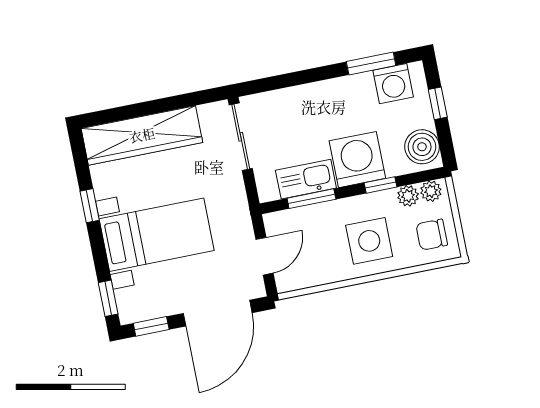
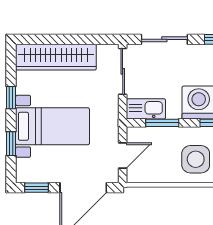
sliding door: (291, 80) -> (164, 39), added
kitchen sink: (306, 179) -> (146, 109), moved
window: (108, 298) -> (11, 144), moved

